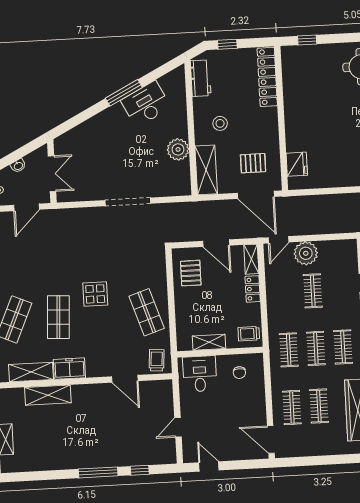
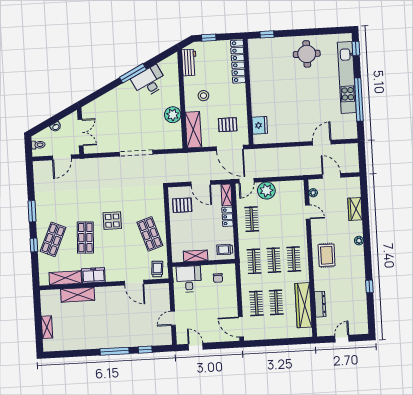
pallet: (191, 273) -> (182, 205), turned 90
clothes rail: (313, 291) -> (252, 219), moved

